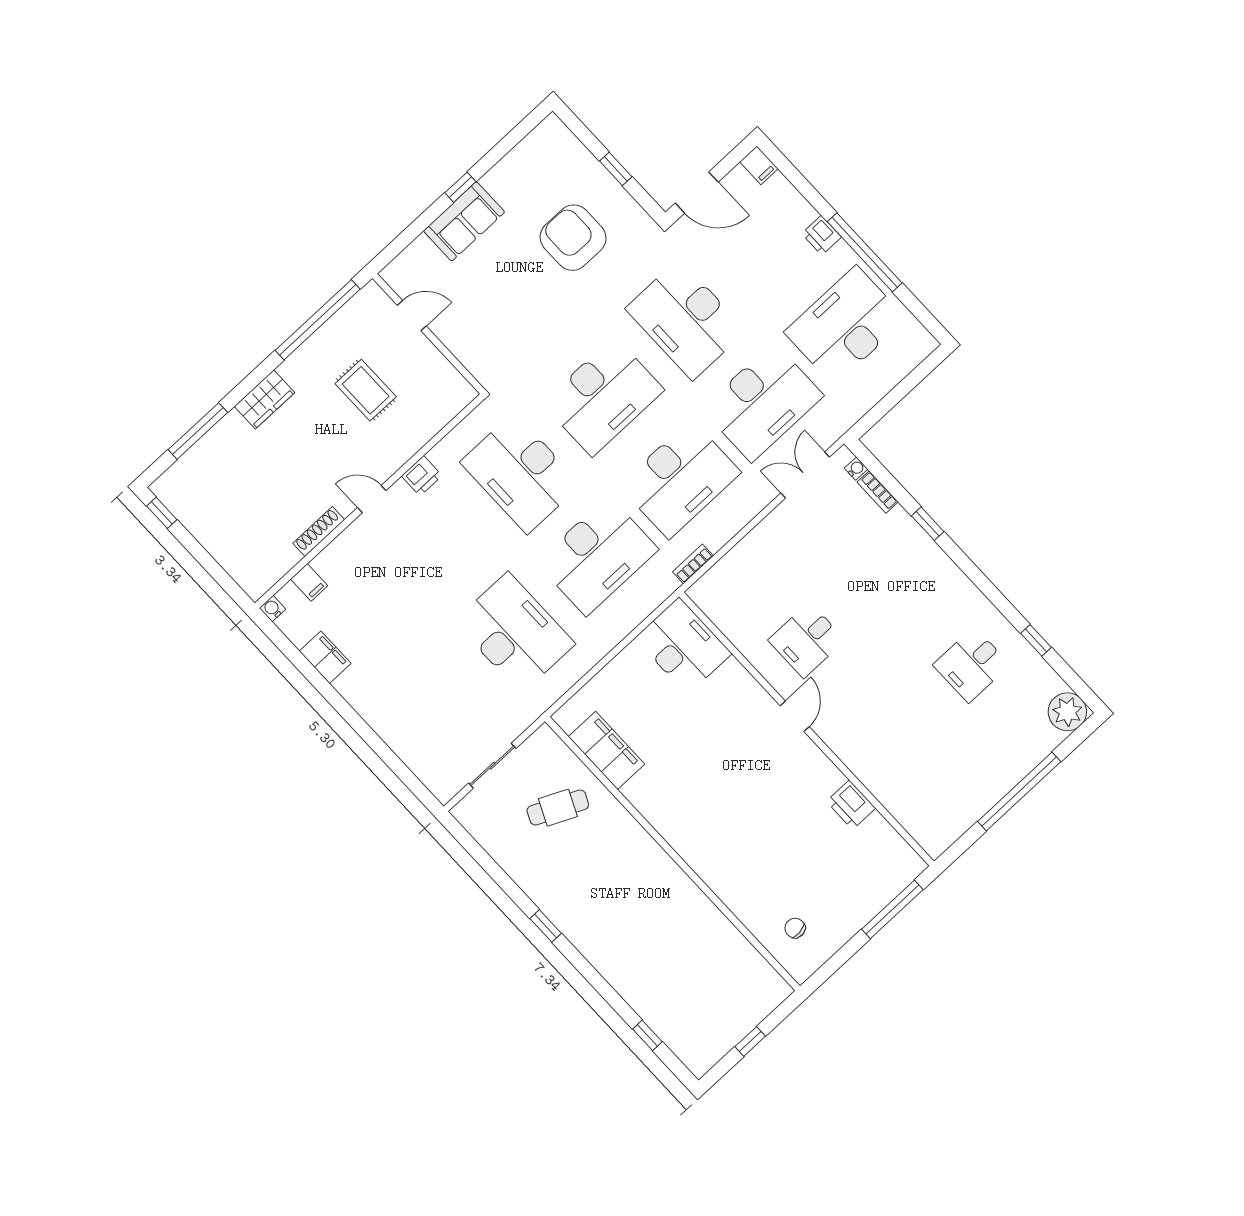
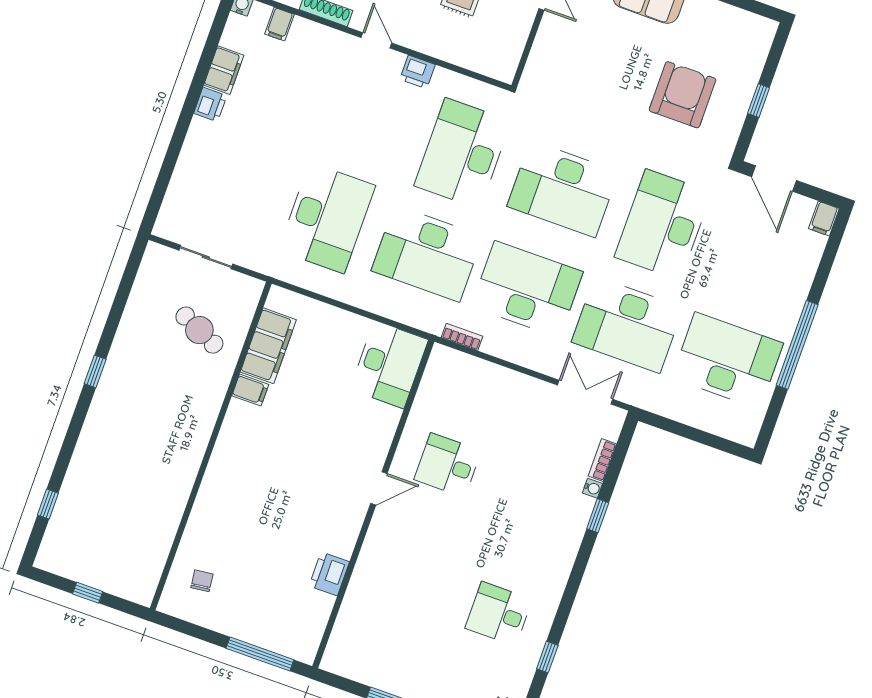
printer: (822, 235) -> (210, 104), moved, turned 180
water cooler: (856, 469) -> (592, 488), moved
desk: (680, 479) -> (527, 289), turned 180
filing cabinet: (639, 789) -> (250, 390), added

